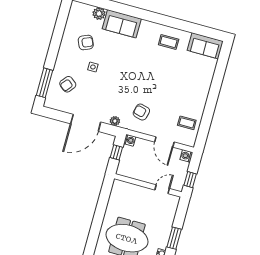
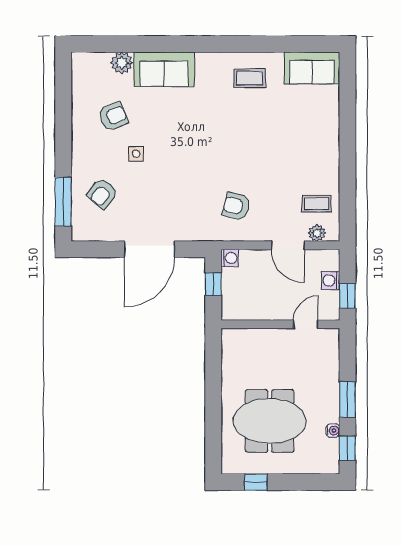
plant: (115, 121) -> (317, 233), moved
washing machine: (186, 156) -> (330, 281), moved

